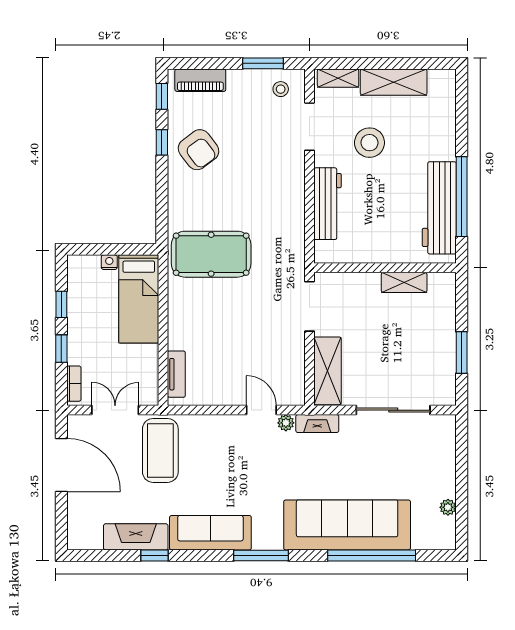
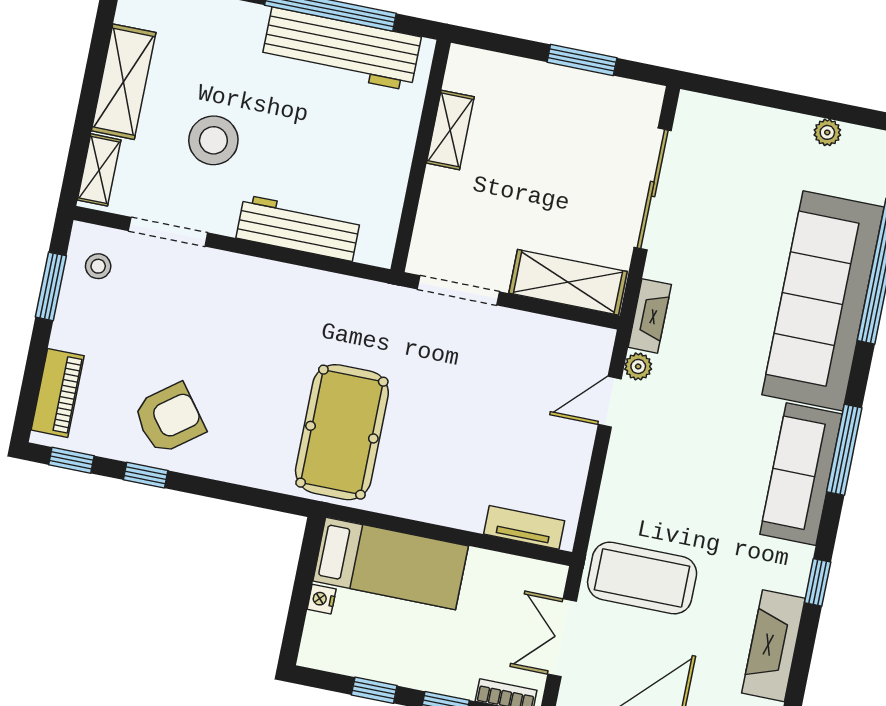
sofa: (210, 533) -> (801, 474), moved
window: (154, 556) -> (818, 582), moved

